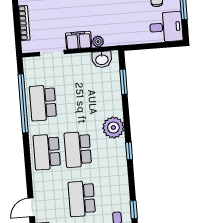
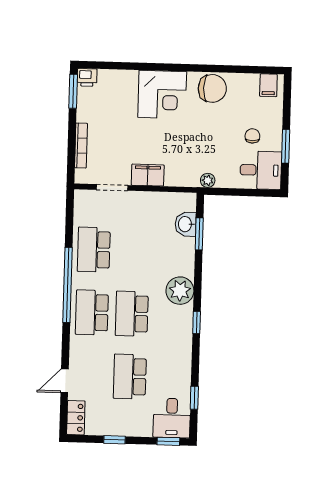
plant: (98, 42) -> (208, 180), moved
washbasin: (102, 59) -> (186, 224), moved, turned 90
window: (23, 103) -> (67, 285), moved

